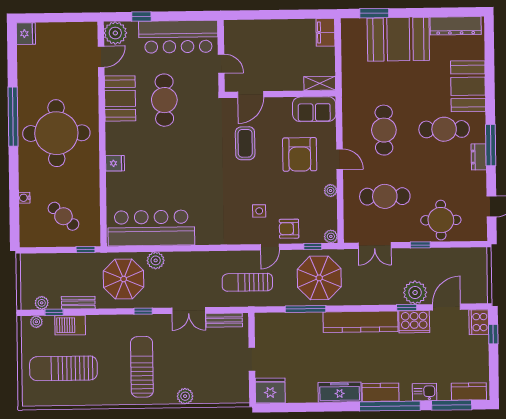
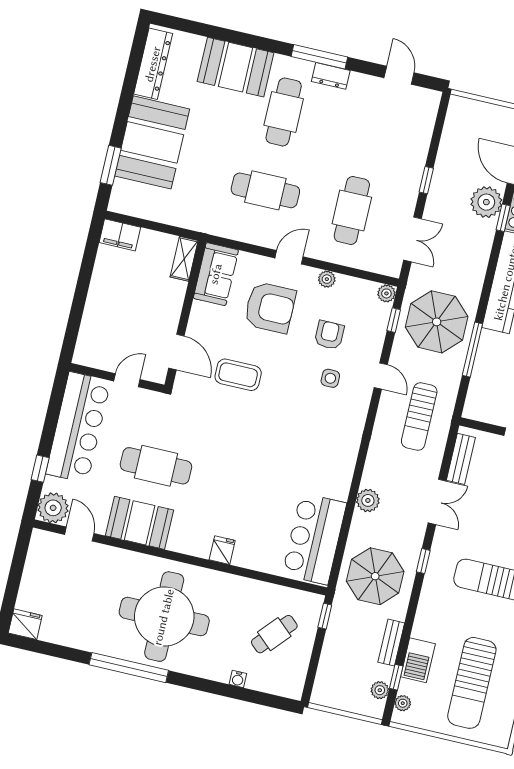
round table: (441, 220) -> (401, 145), removed
bar counter: (151, 228) -> (314, 539), width x0.73
armchair: (289, 229) -> (329, 335), moved, turned 180
plant: (156, 260) -> (368, 500), moved

